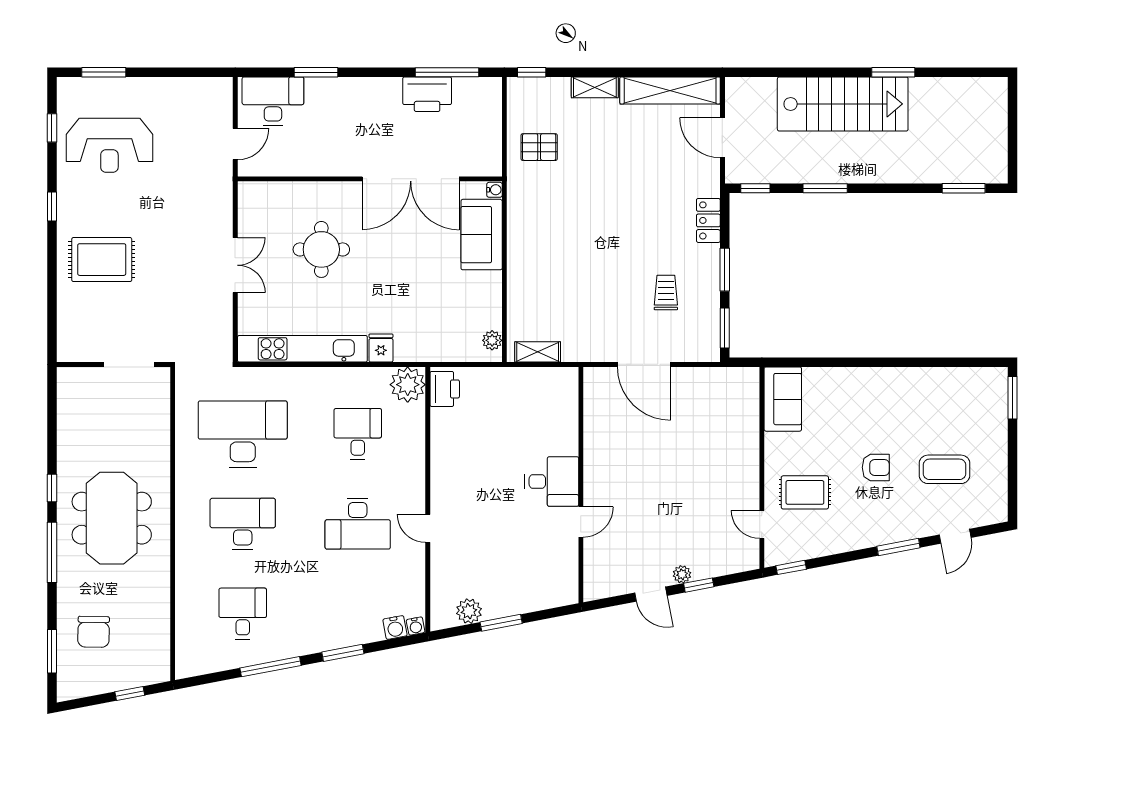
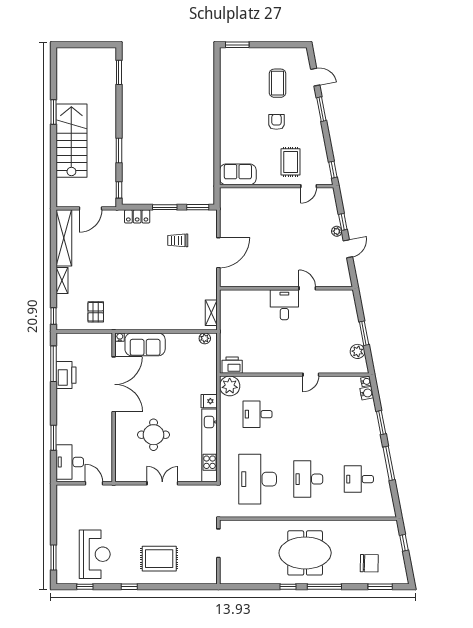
rug: (102, 260) -> (159, 559), turned 90
desk: (358, 524) -> (308, 414), removed

